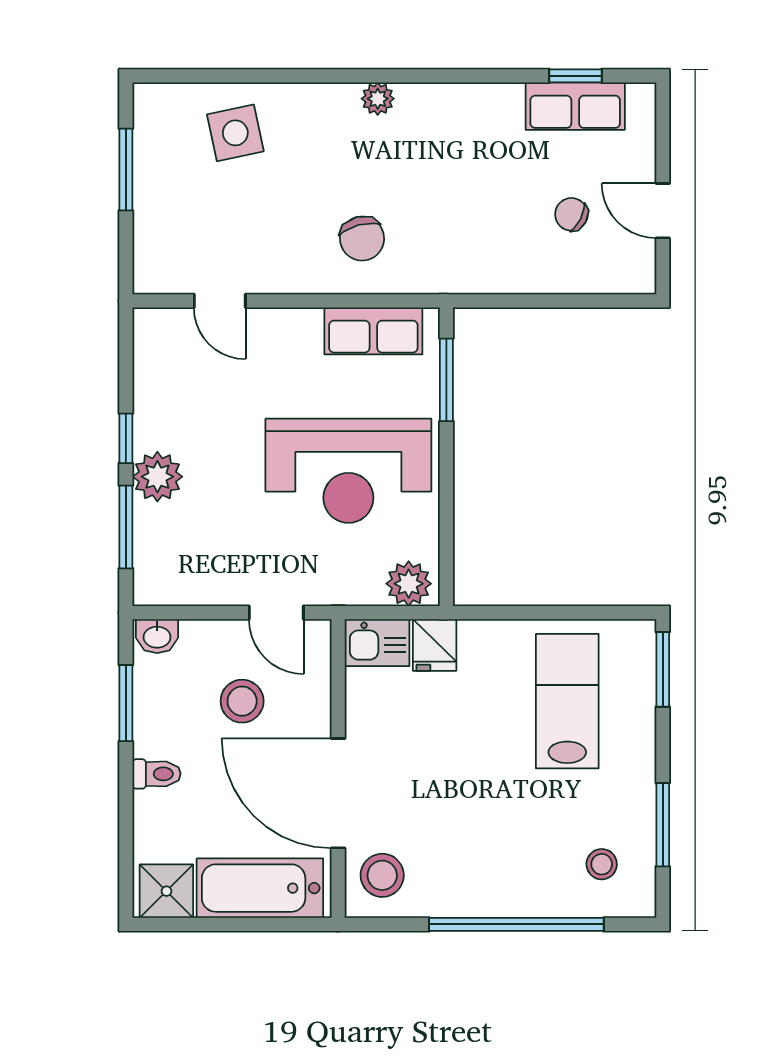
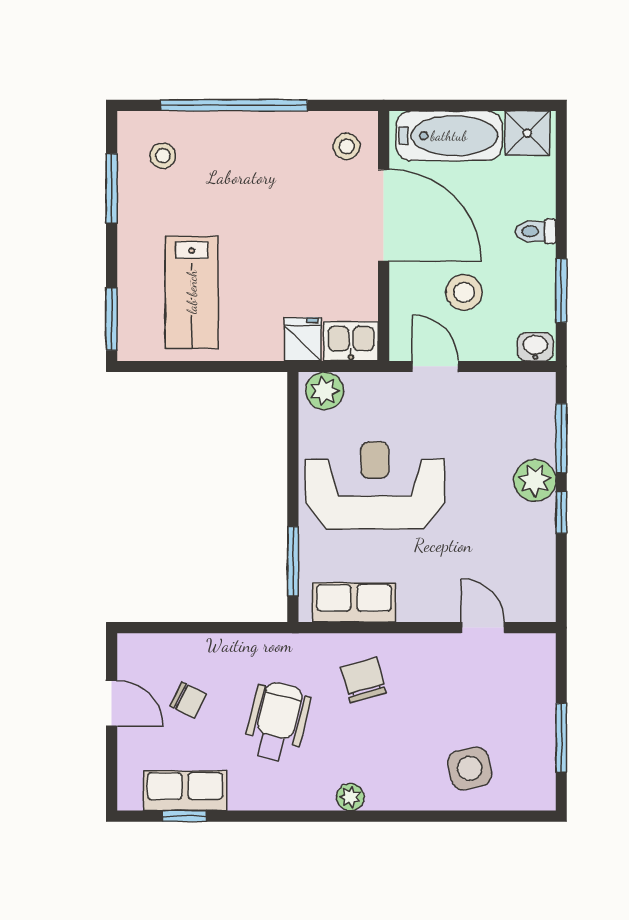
wheelchair: (465, 189) -> (277, 722), added
stool: (382, 875) -> (347, 146), width x0.73, depth x0.73

